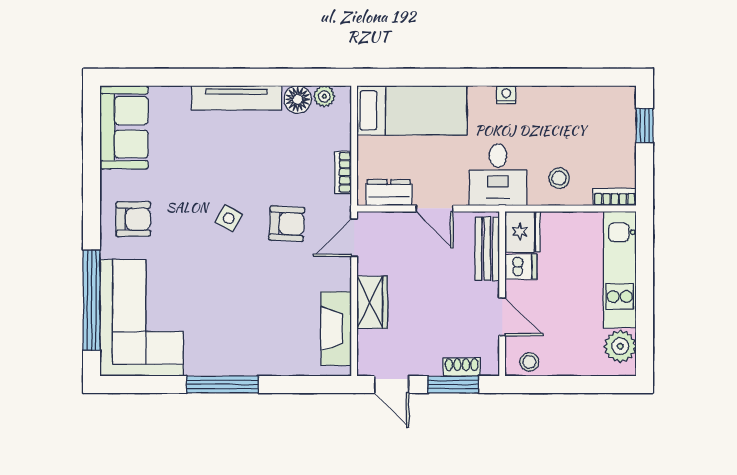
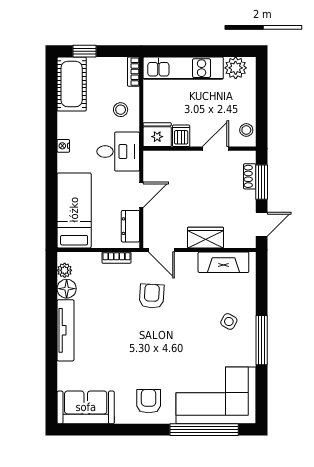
cot: (597, 107) -> (72, 84), added
side table: (229, 218) -> (229, 321), moved
bench: (487, 249) -> (169, 159), removed

